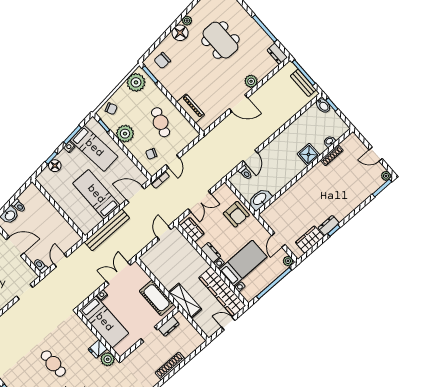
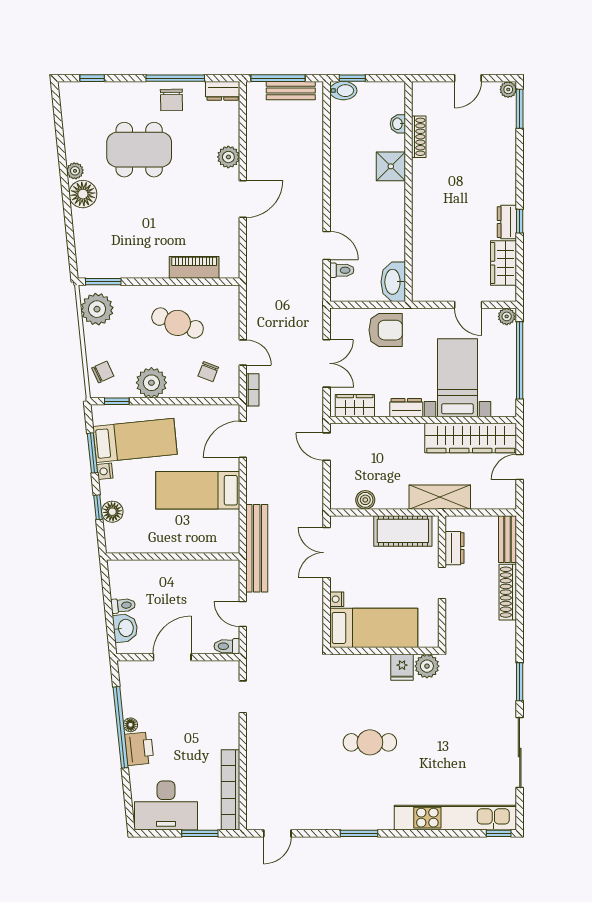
chair: (162, 61) -> (171, 100), moved
bench: (107, 230) -> (257, 548), moved
boiler: (156, 270) -> (365, 500), added
bench: (193, 346) -> (508, 539), added

